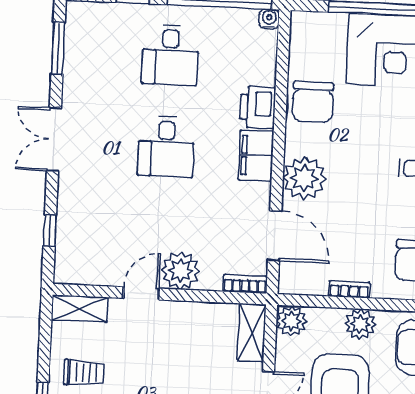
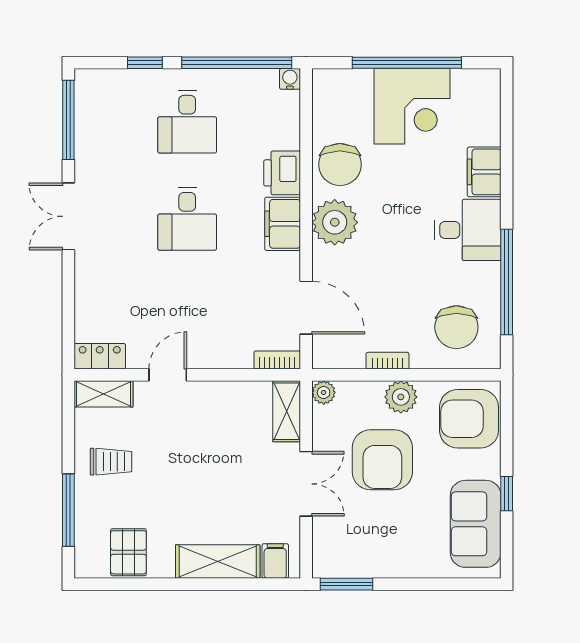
window: (58, 48) -> (68, 120), width x1.44
plant: (304, 178) -> (335, 222), moved
window: (50, 230) -> (68, 313), removed
plant: (181, 271) -> (208, 349), removed
locker: (78, 273) -> (100, 356), added
plant: (291, 321) -> (324, 392), width x0.73, depth x0.73

